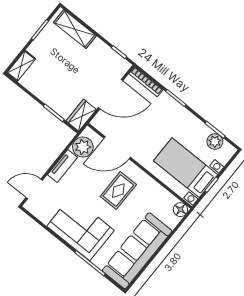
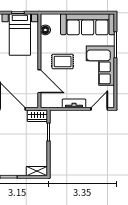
plant: (83, 147) -> (54, 101), removed
door: (34, 189) -> (99, 109), swing flipped
floor lamp: (180, 210) -> (45, 30), moved

